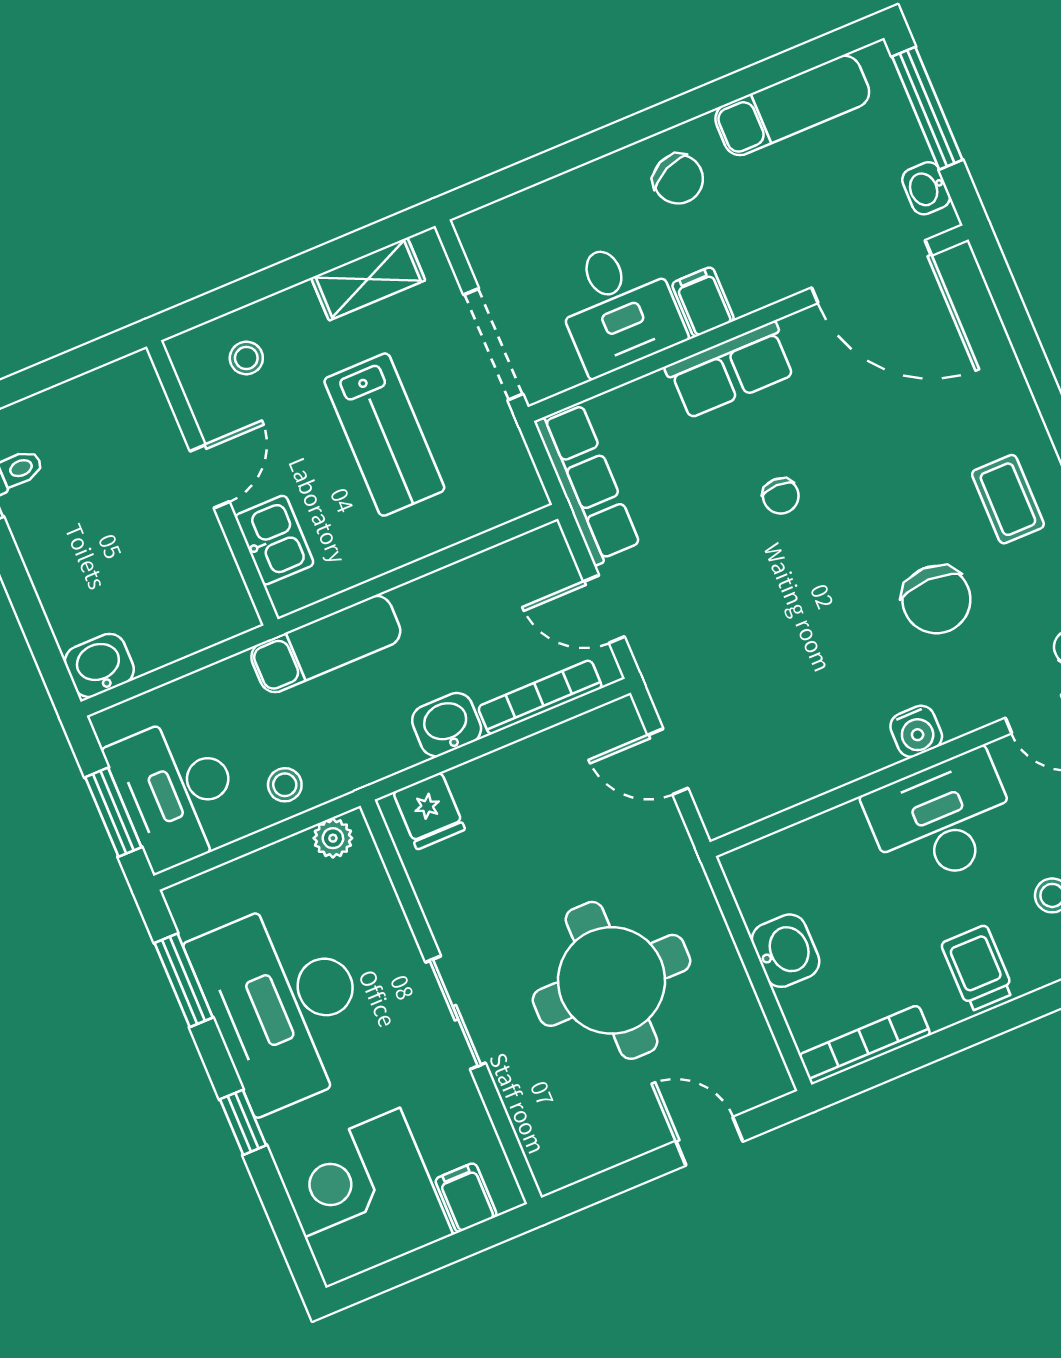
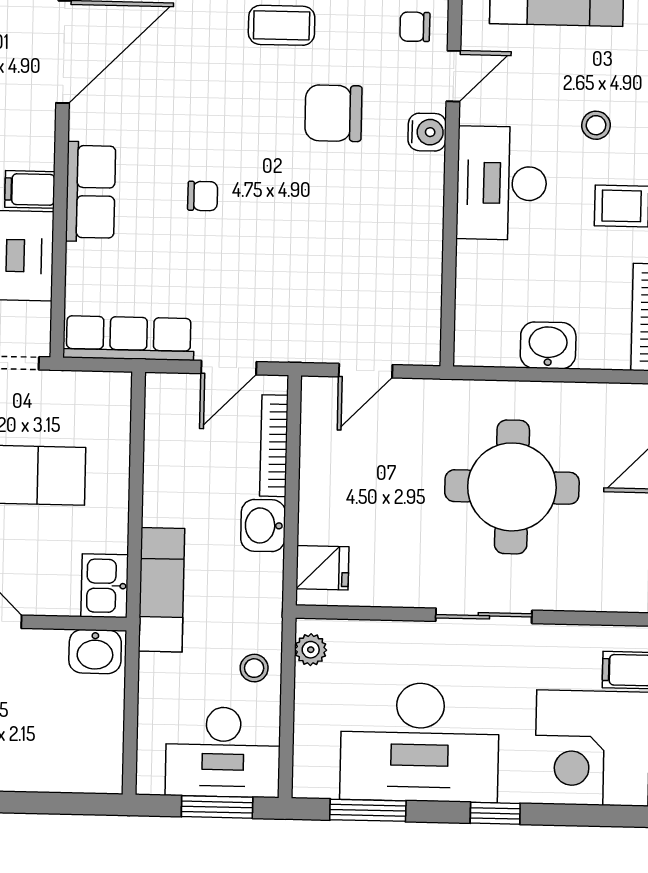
kitchen sink: (274, 540) -> (105, 586), moved, turned -90
chair: (936, 600) -> (333, 113), turned 180
washbasin: (99, 665) -> (95, 652), moved, turned -90
water cooler: (916, 731) -> (427, 132), moved

